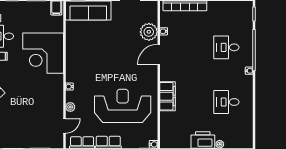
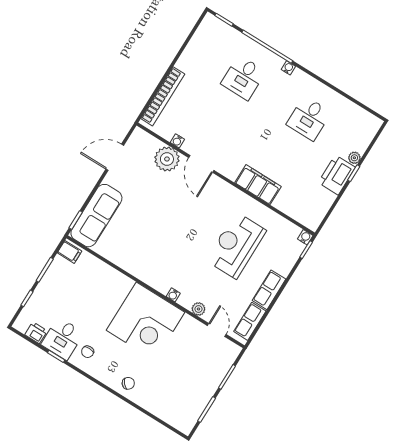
corner desk: (43, 53) -> (146, 321), moved
reception desk: (123, 106) -> (236, 245), width x0.74, depth x0.77

